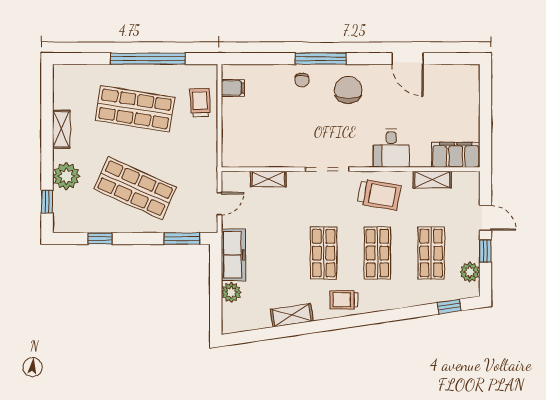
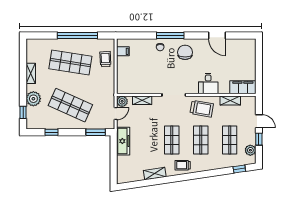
plant: (231, 292) -> (122, 101), moved

